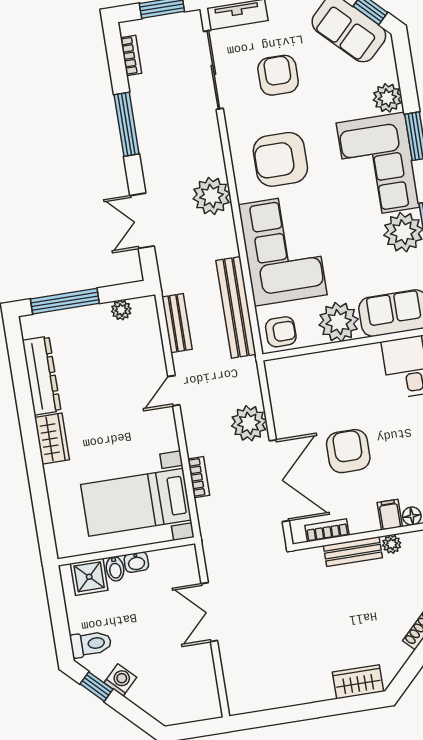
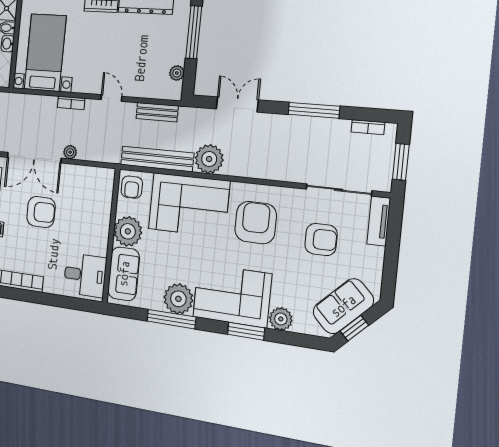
plant: (212, 196) -> (209, 159), moved
plant: (249, 423) -> (70, 152), width x0.53, depth x0.53
bookcase: (199, 477) -> (71, 103), moved

